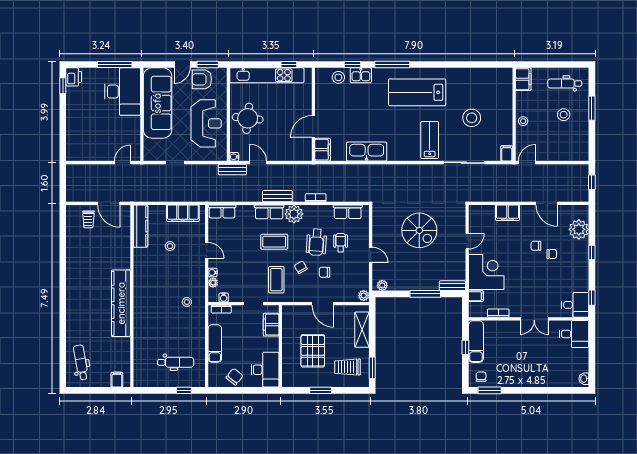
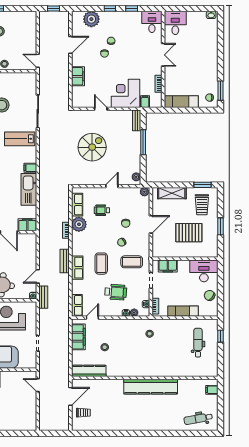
filing cabinet: (507, 153) -> (30, 168), moved
plant: (294, 214) -> (79, 224), moved
wheelchair: (316, 242) -> (116, 292), moved
door: (207, 250) -> (92, 318), moved
window: (592, 298) -> (132, 9), moved
window: (465, 347) -> (186, 110), removed

